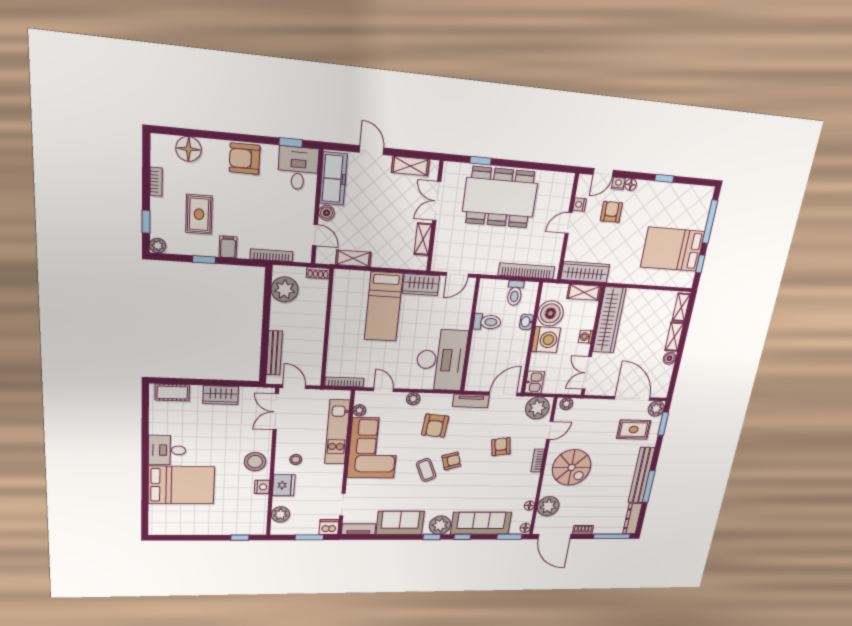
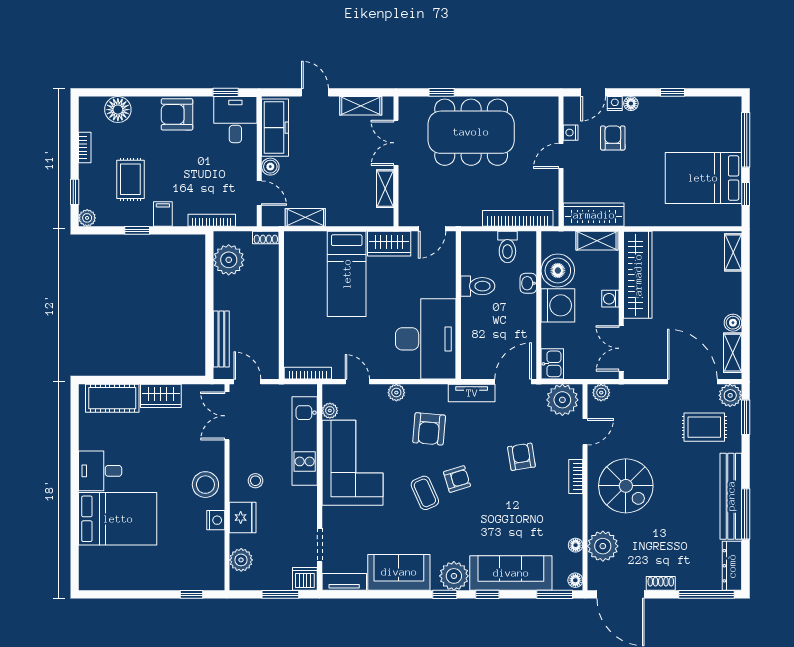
shelving: (674, 337) -> (733, 353), moved
cot: (172, 393) -> (112, 398), width x1.37, depth x1.34

